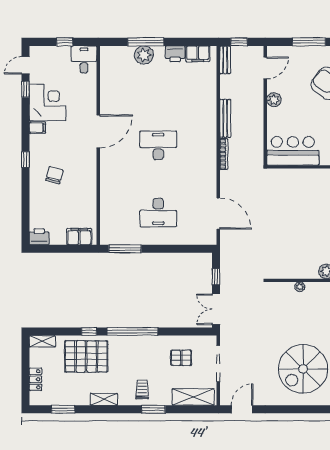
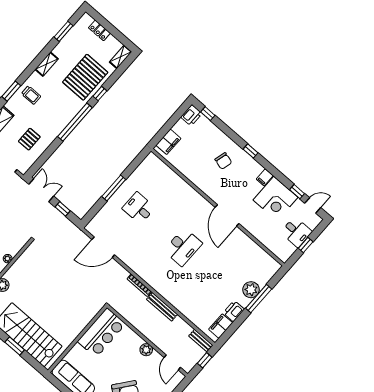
desk: (84, 59) -> (296, 232), moved
door: (25, 65) -> (313, 205), hinge flipped
desk: (158, 213) -> (139, 208), width x0.73
window: (25, 224) -> (208, 114), added
window: (125, 249) -> (114, 188), moved

